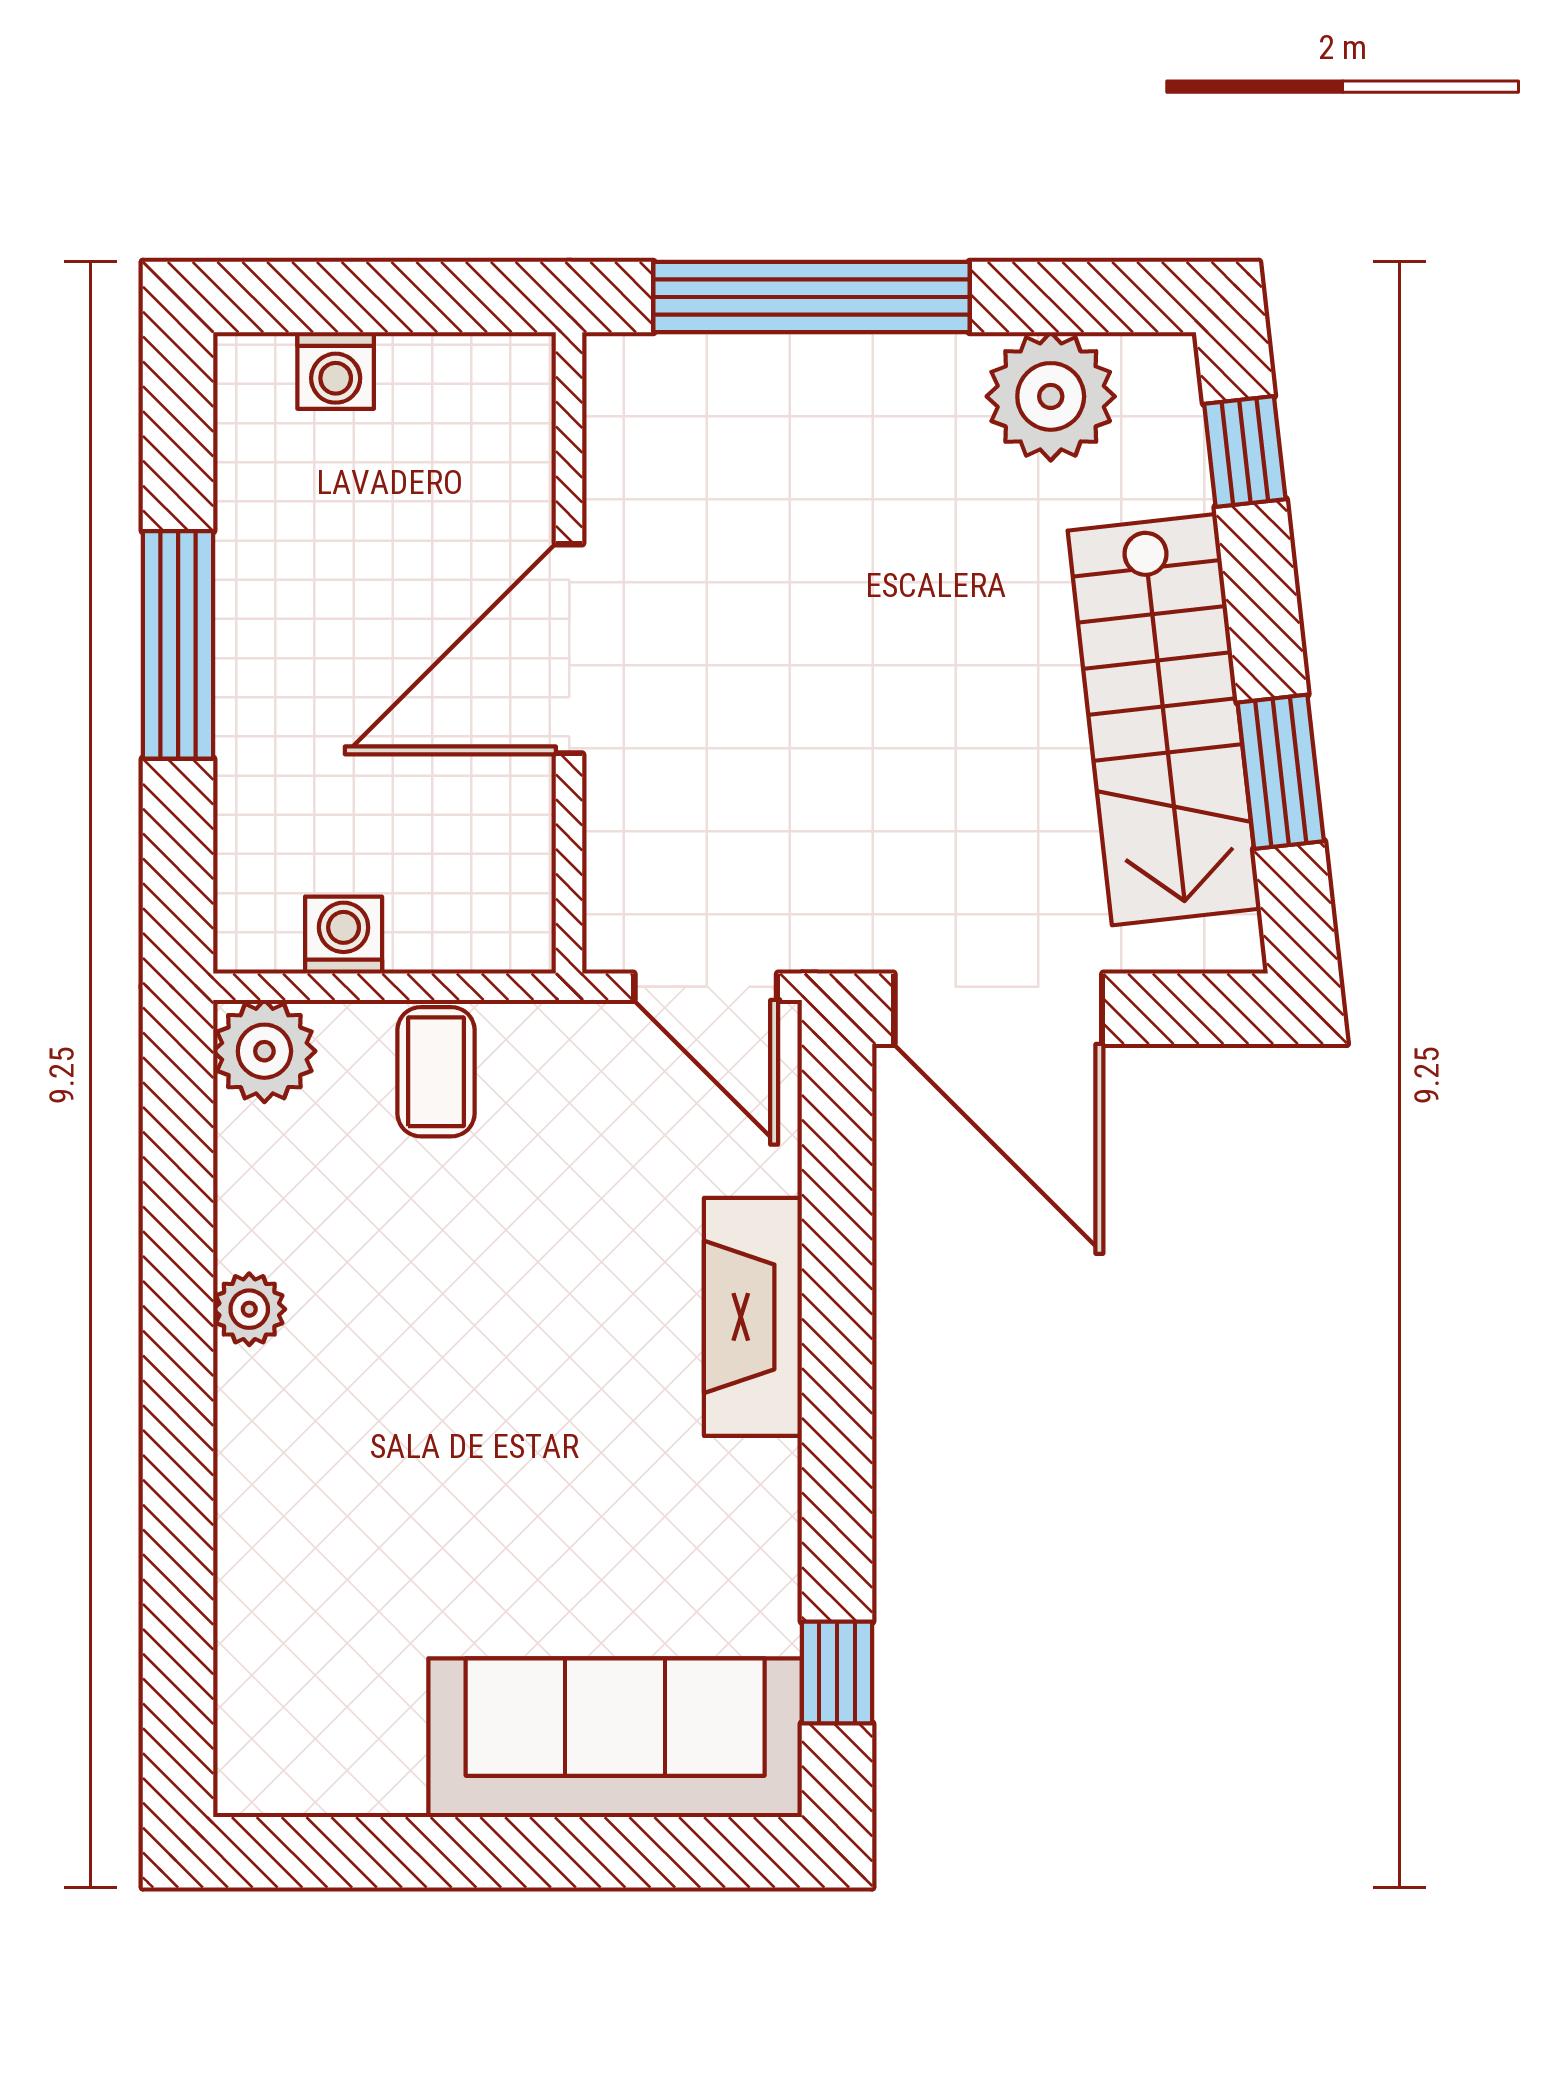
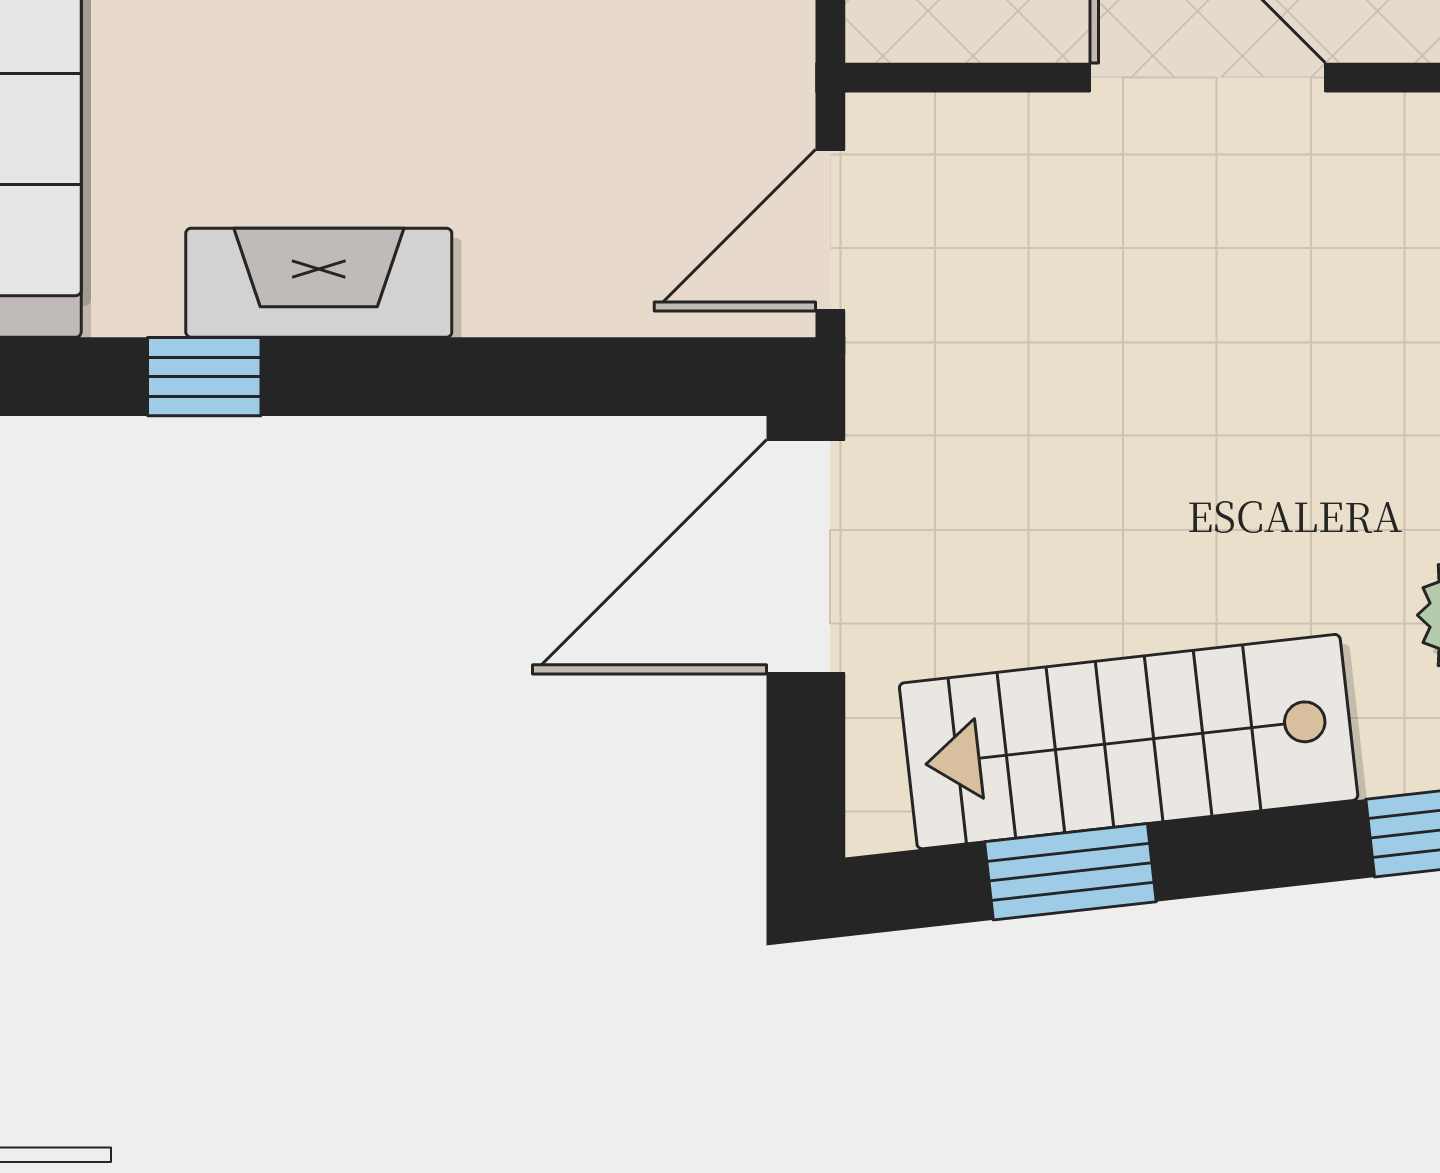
fireplace: (753, 1317) -> (319, 283), moved
window: (837, 1673) -> (204, 377), moved

